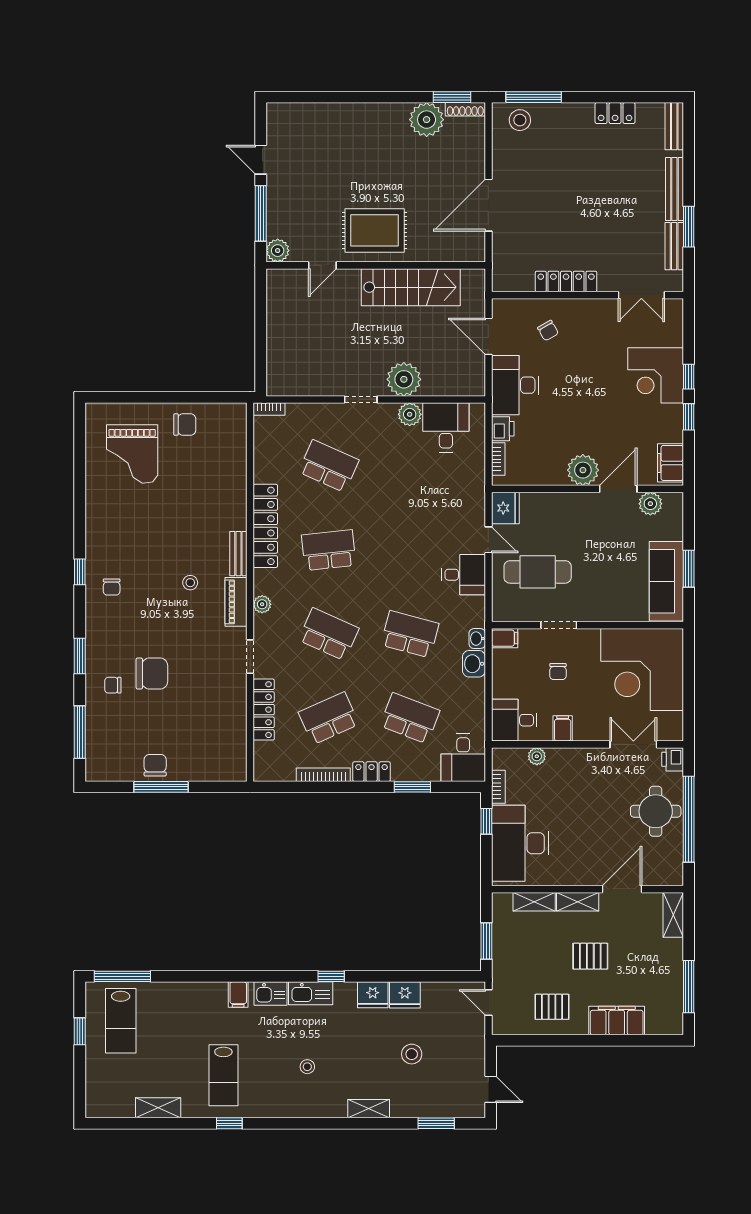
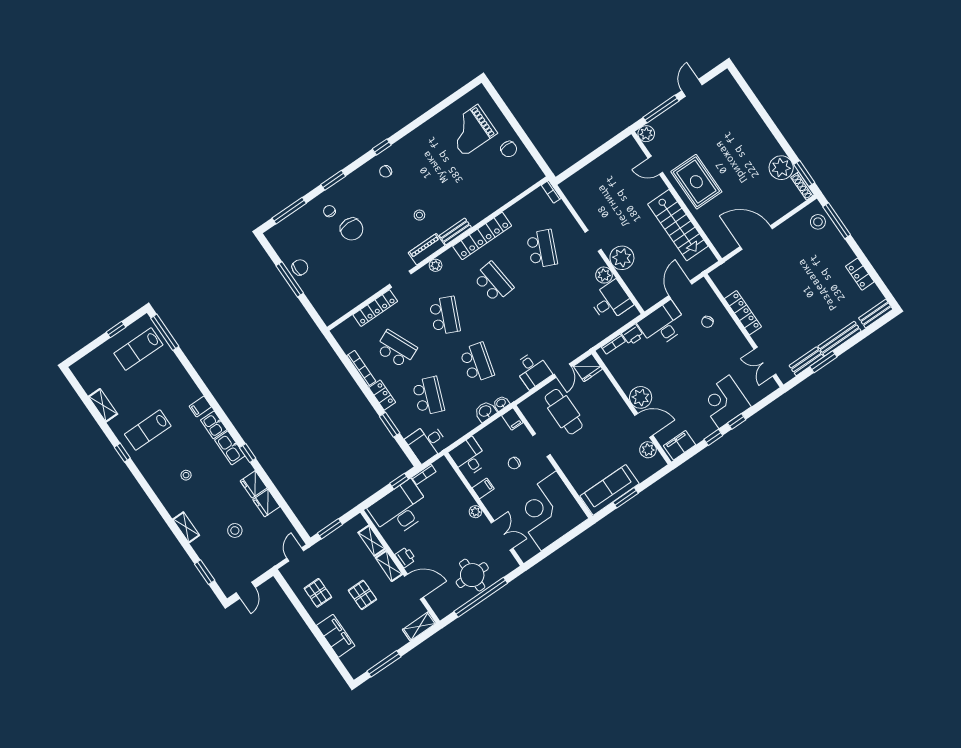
plant: (537, 756) -> (475, 512), moved
printer: (673, 759) -> (405, 557), moved, turned 90

